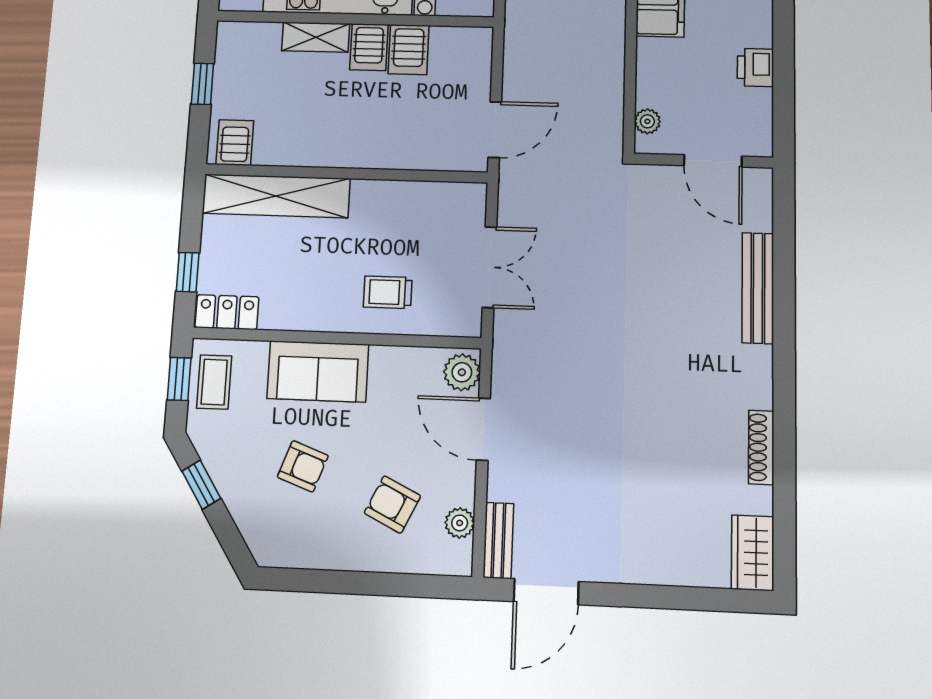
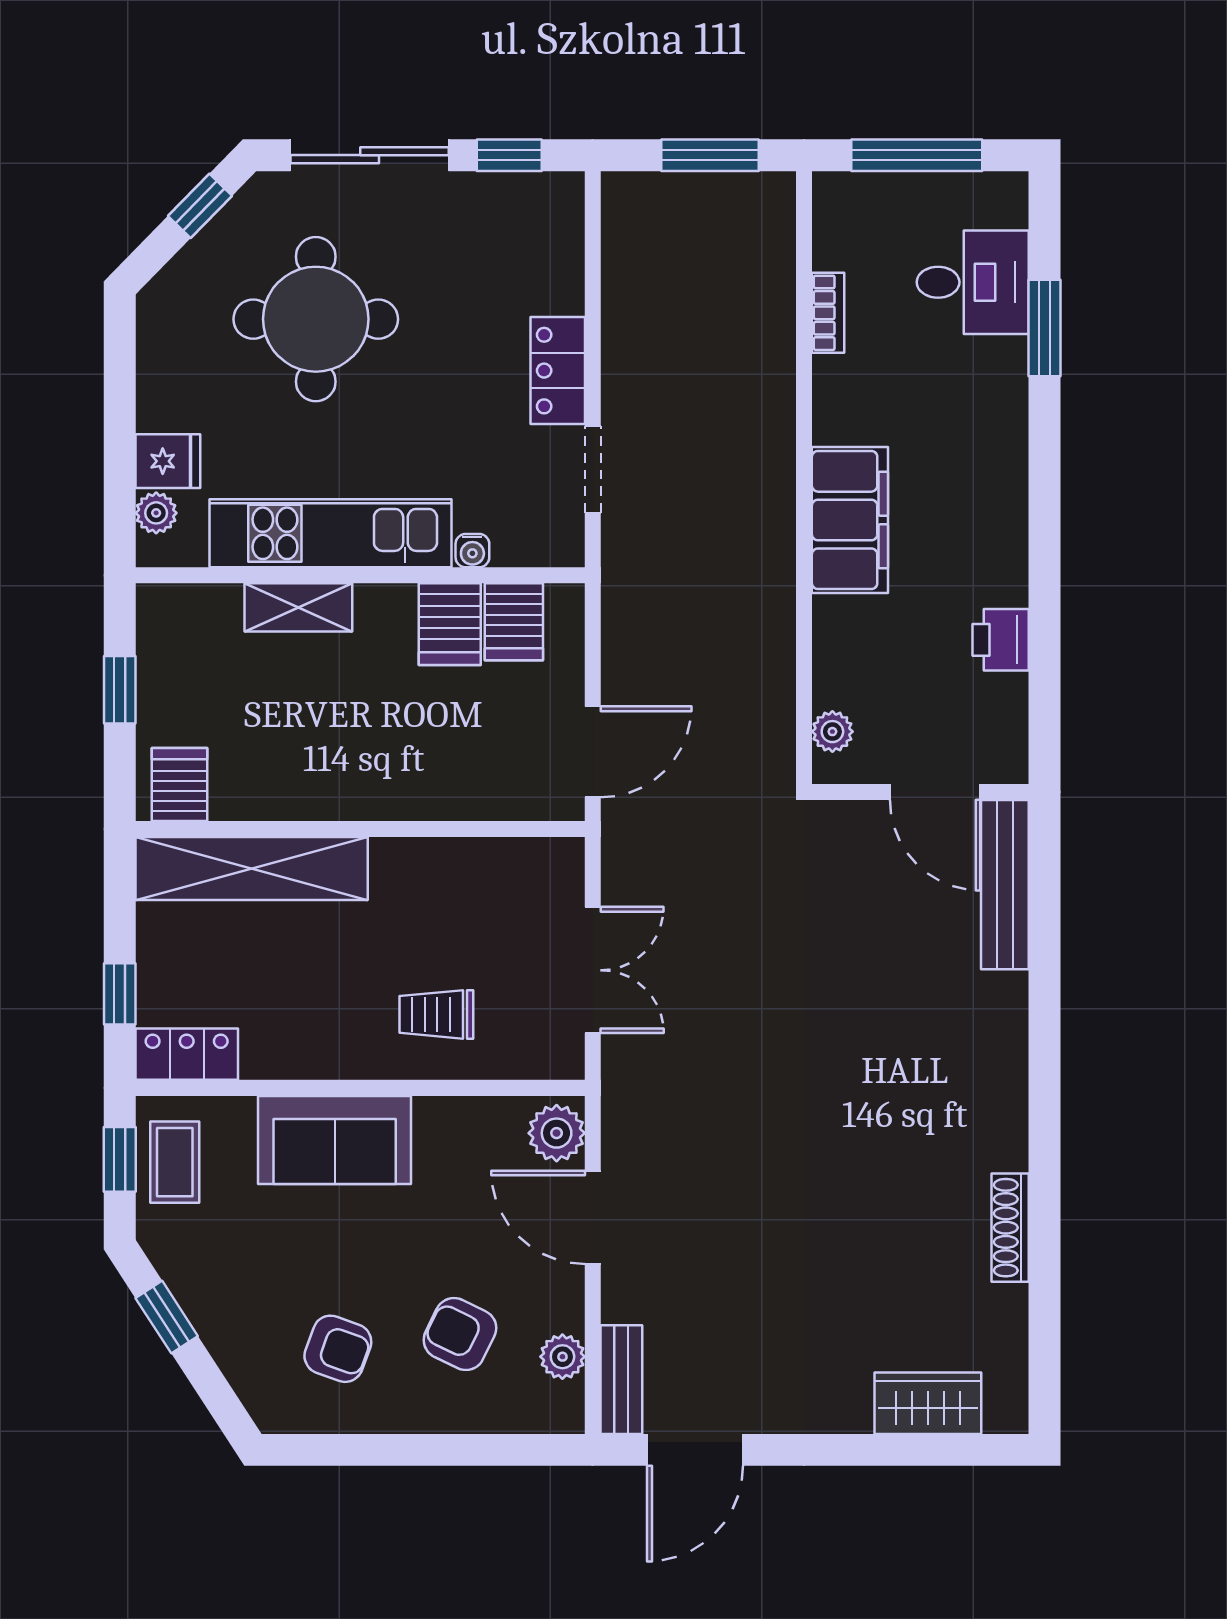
server rack: (369, 47) -> (514, 622), moved
bench: (758, 288) -> (1005, 885), moved
armchair: (303, 466) -> (338, 1349), moved
wardrobe: (753, 553) -> (928, 1403), moved, turned 90

